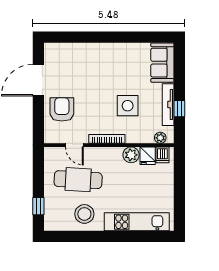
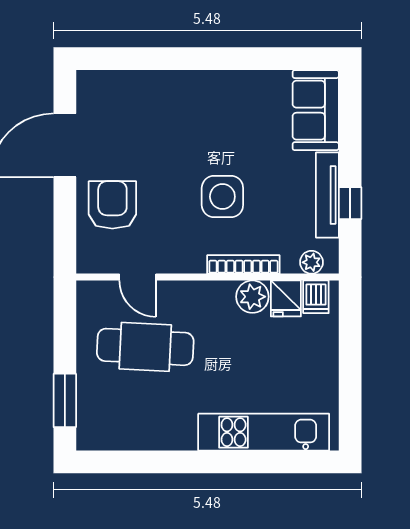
side table: (128, 106) -> (222, 197), moved
bookcase: (107, 139) -> (243, 264), moved
window: (38, 206) -> (65, 400), width x1.50
stool: (84, 214) -> (158, 416), removed

